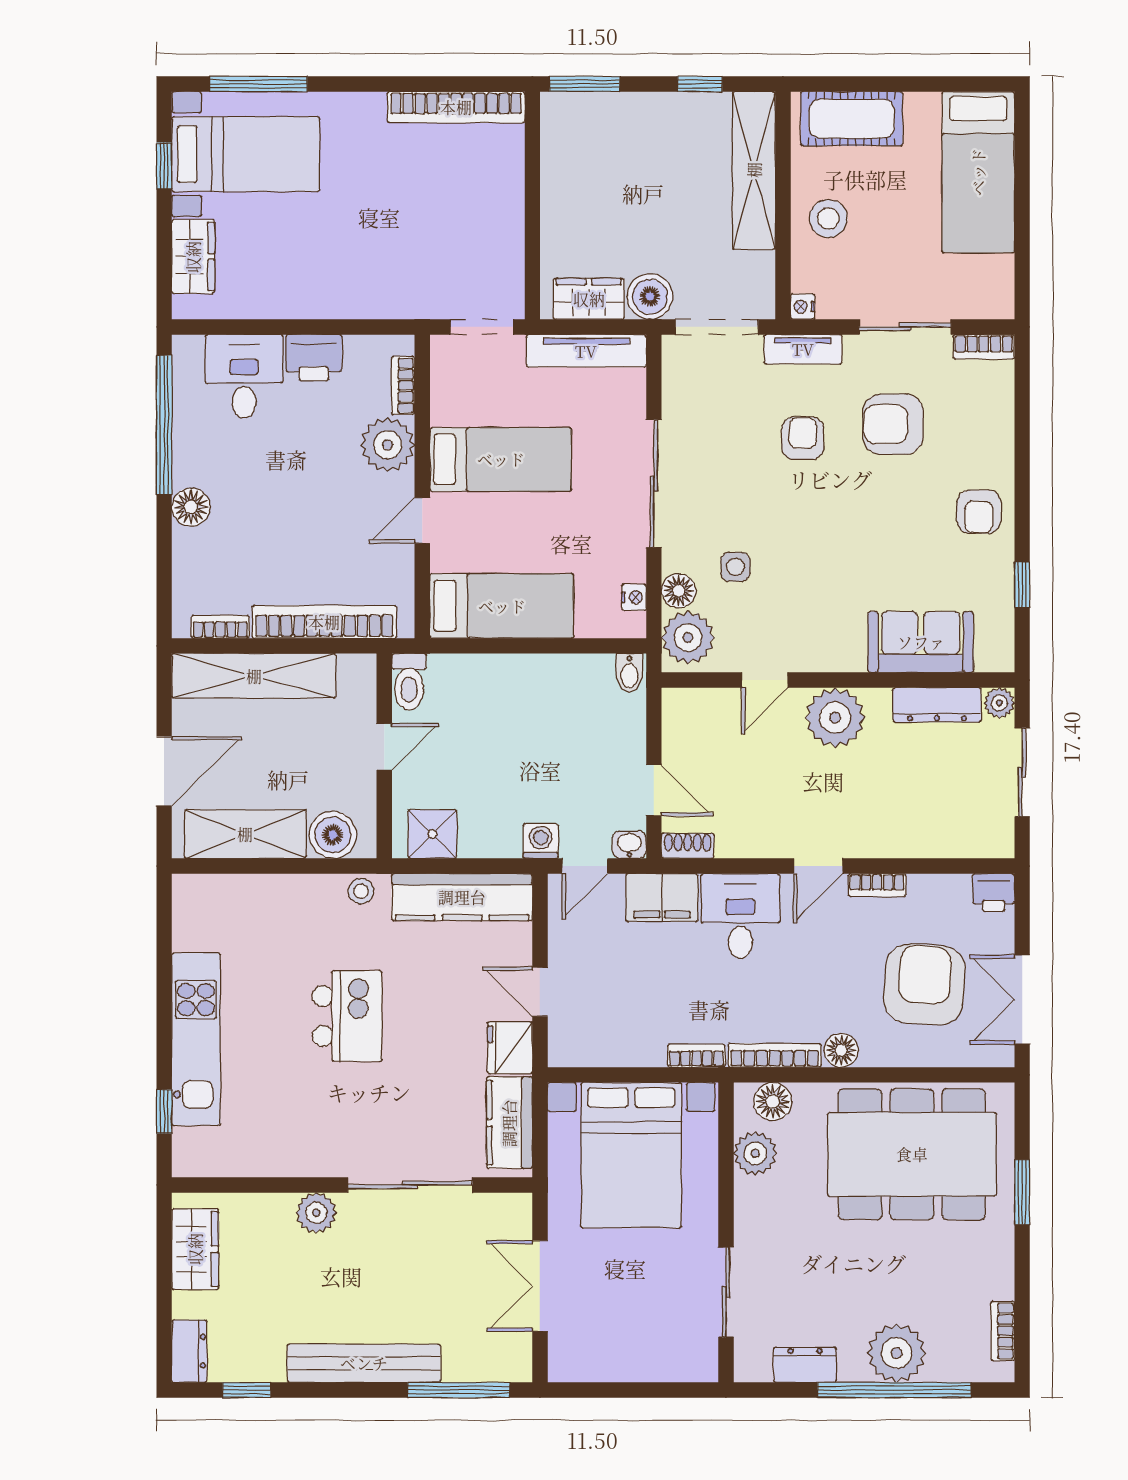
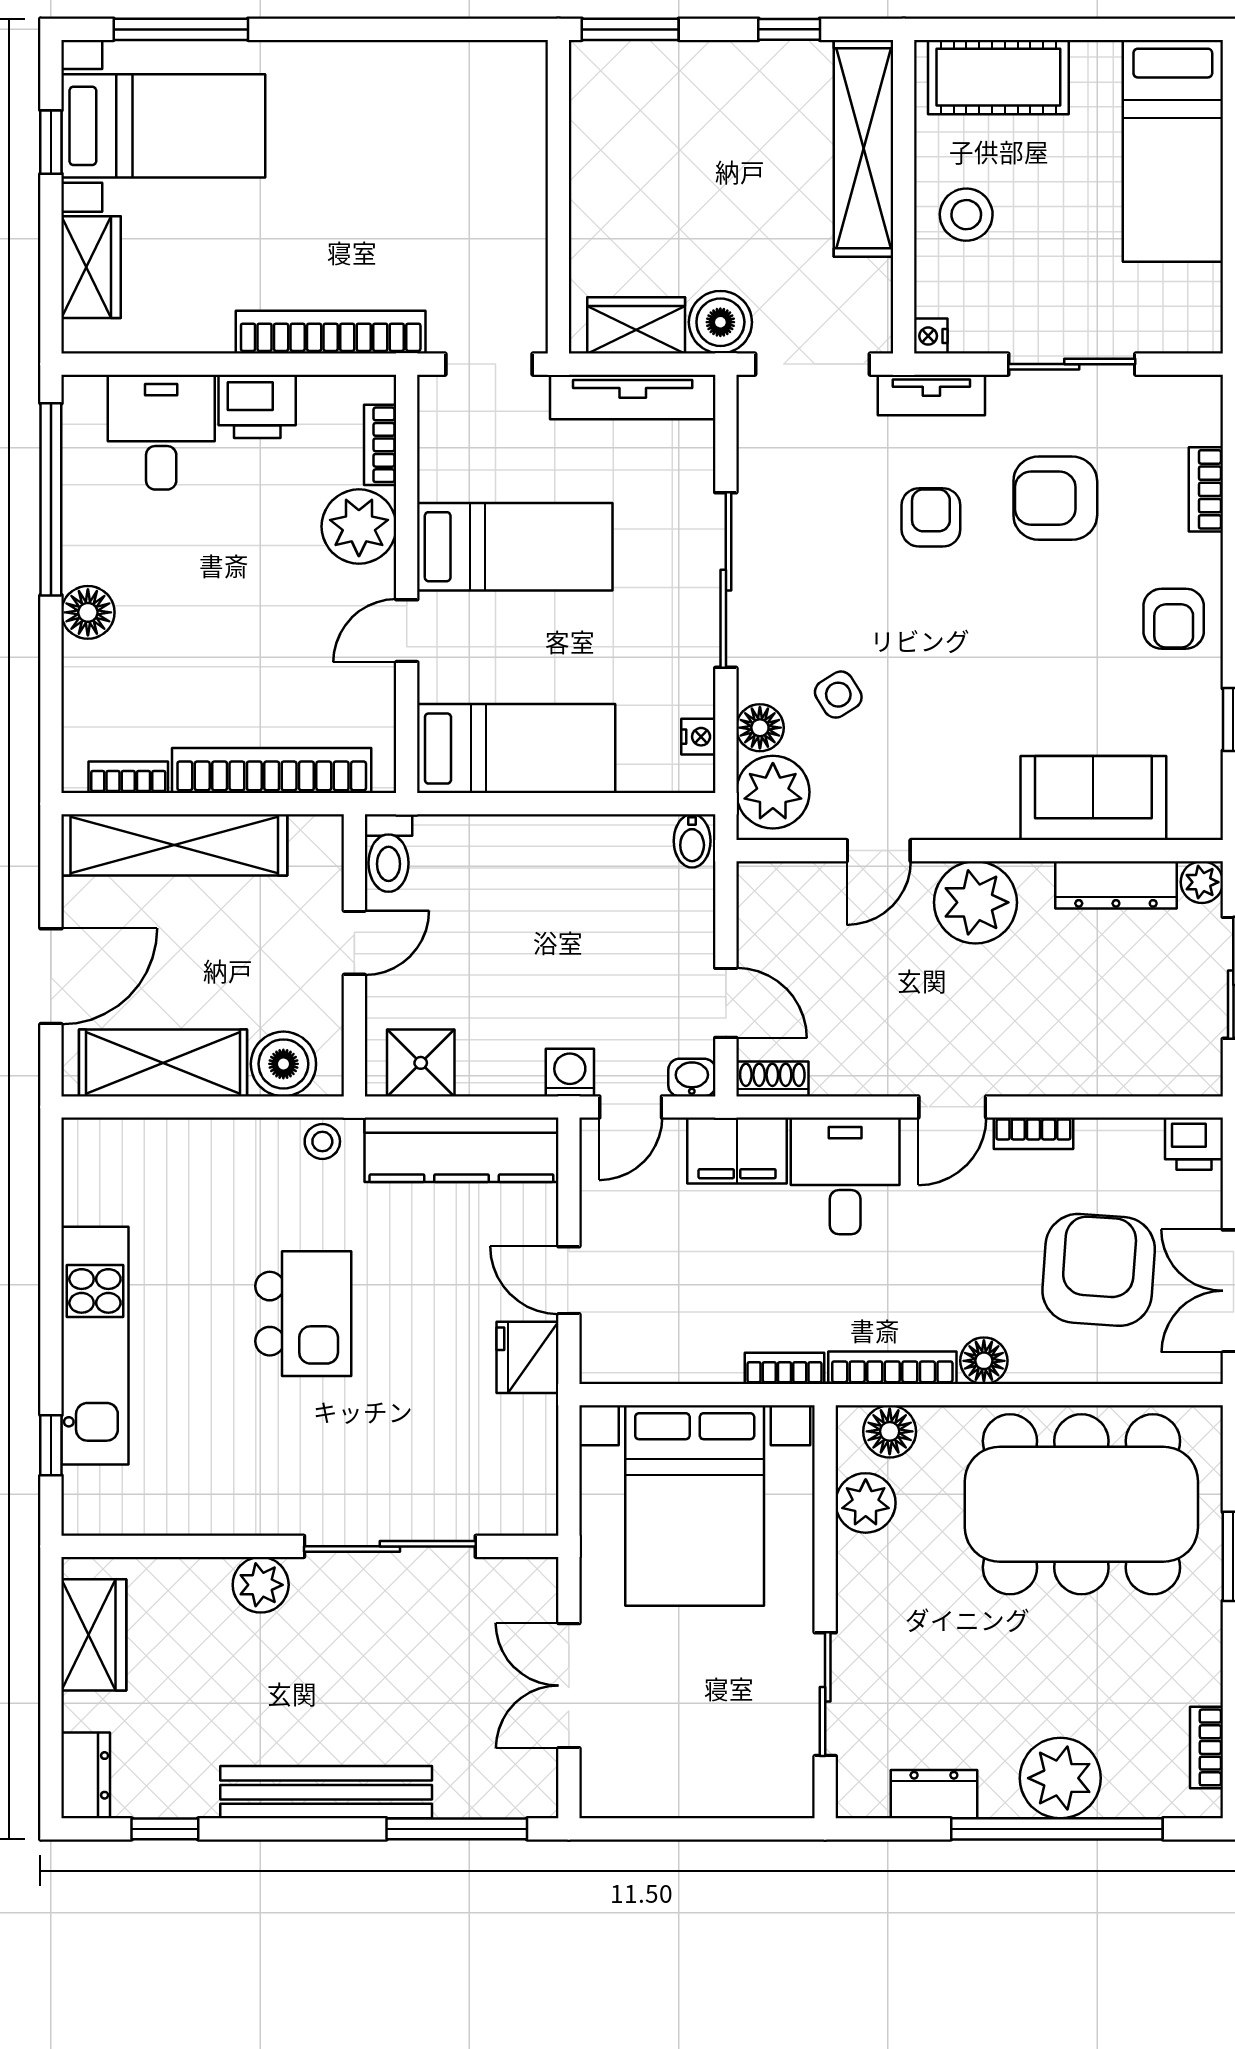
bookcase: (456, 107) -> (331, 332), moved, turned 180
bookcase: (984, 347) -> (1206, 489), moved, turned 90
side table: (735, 567) -> (838, 695), turned -32
kitchen counter: (509, 1123) -> (527, 1461), removed

